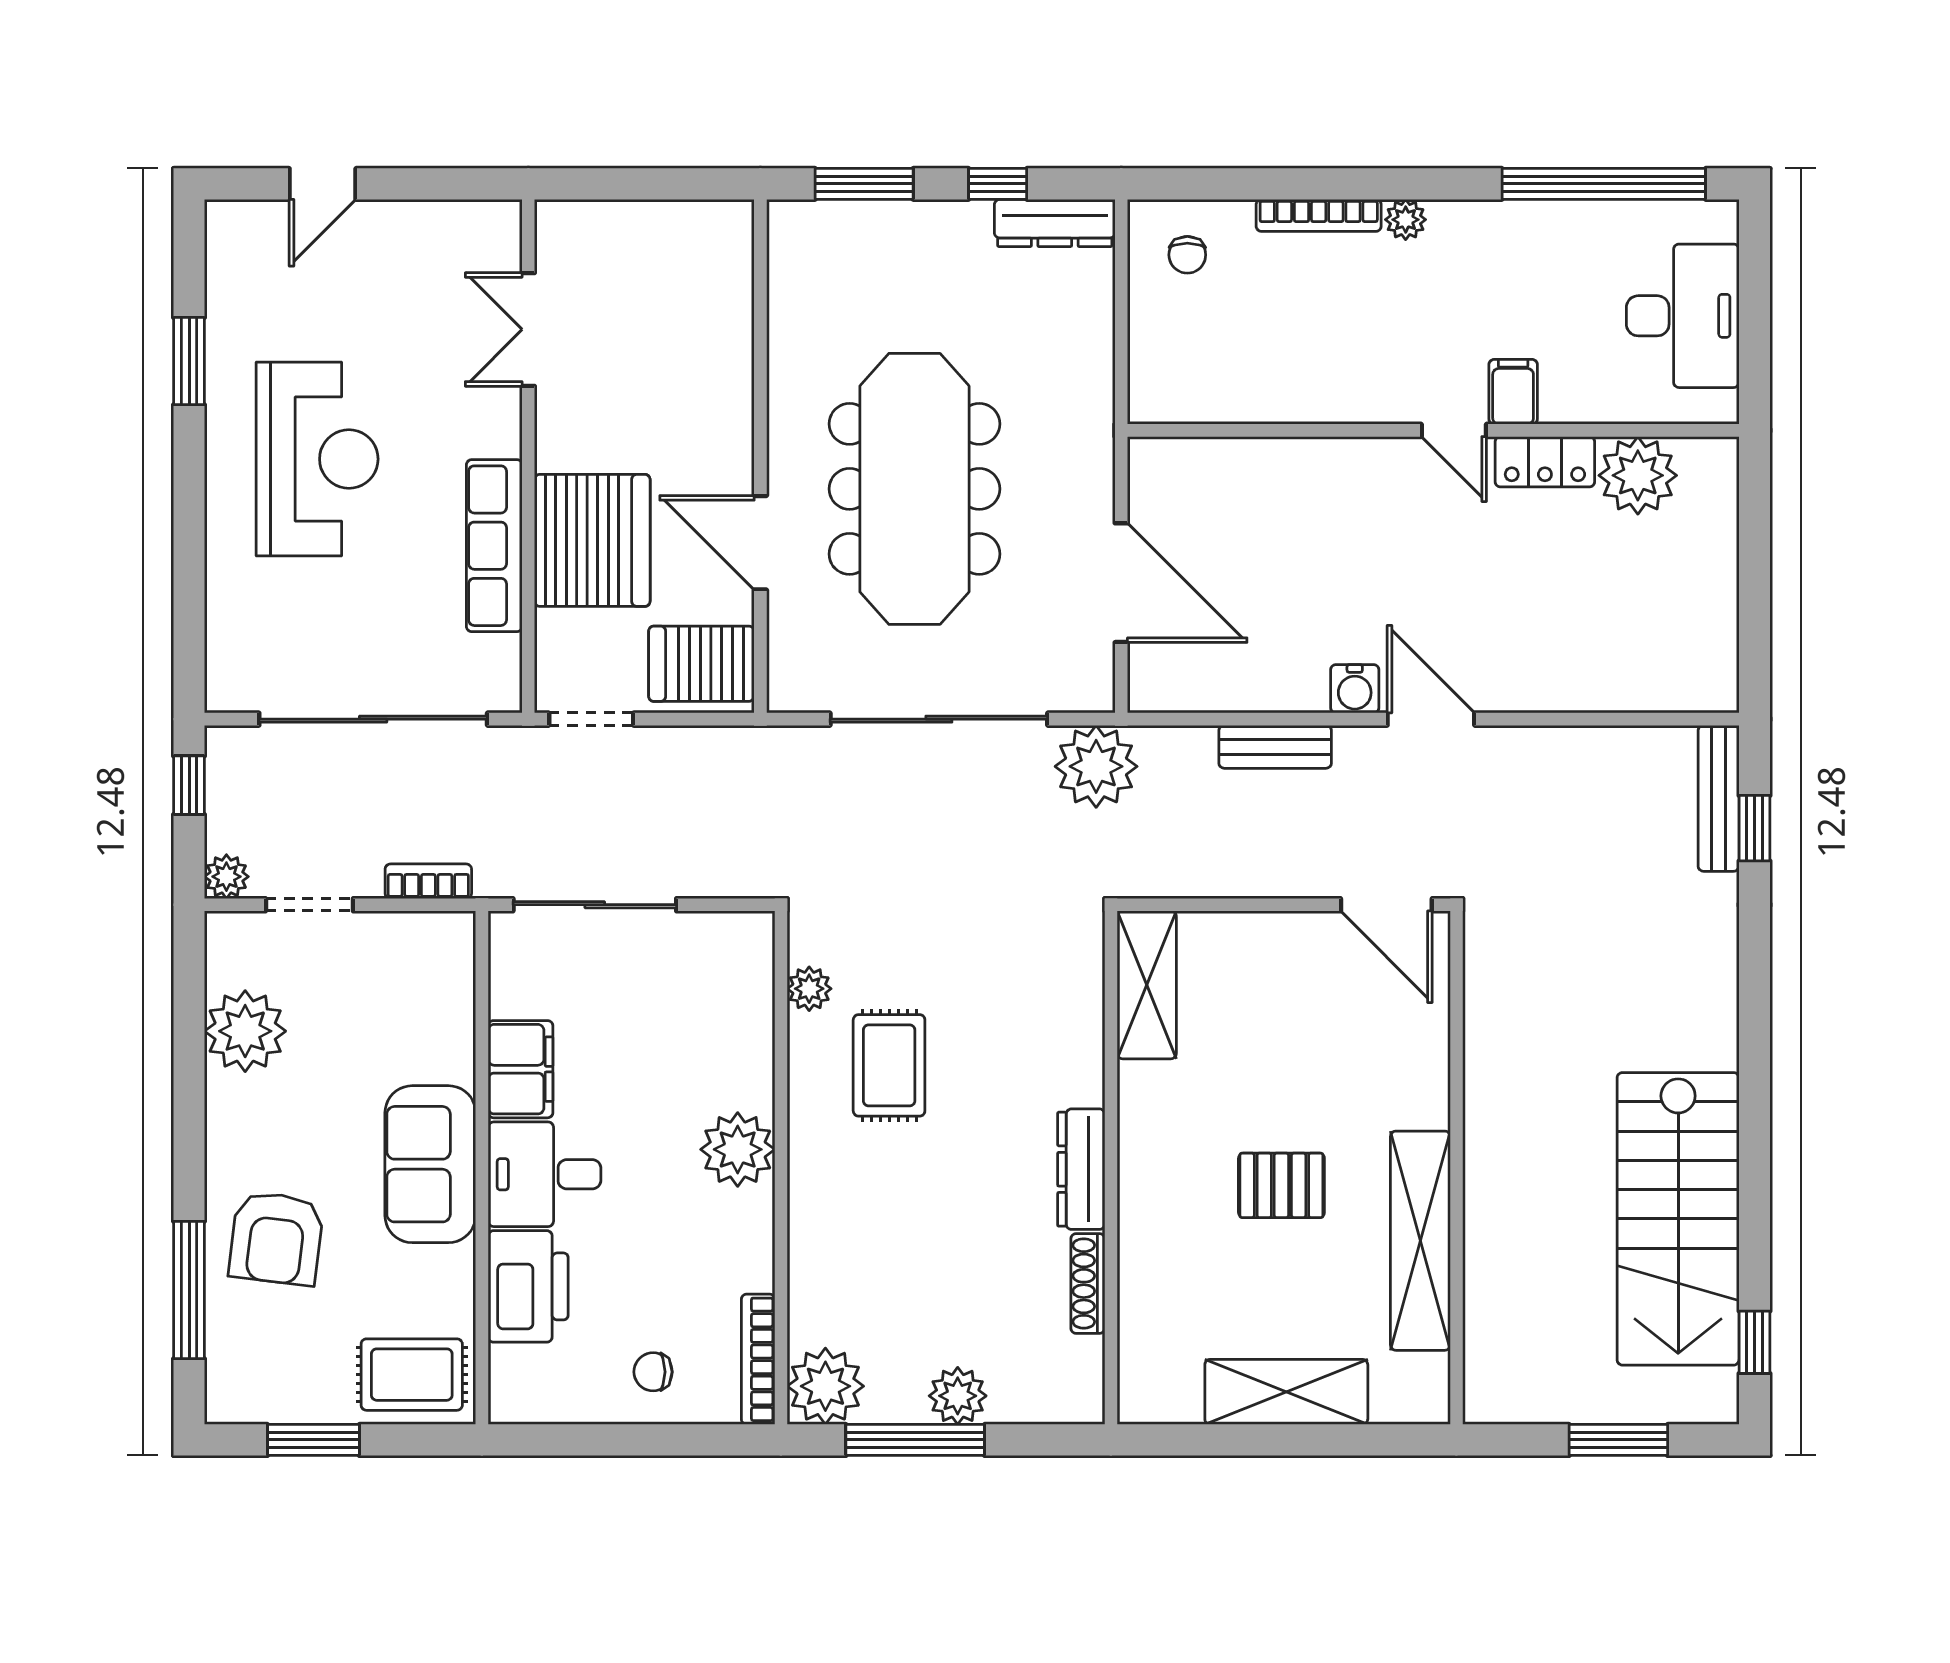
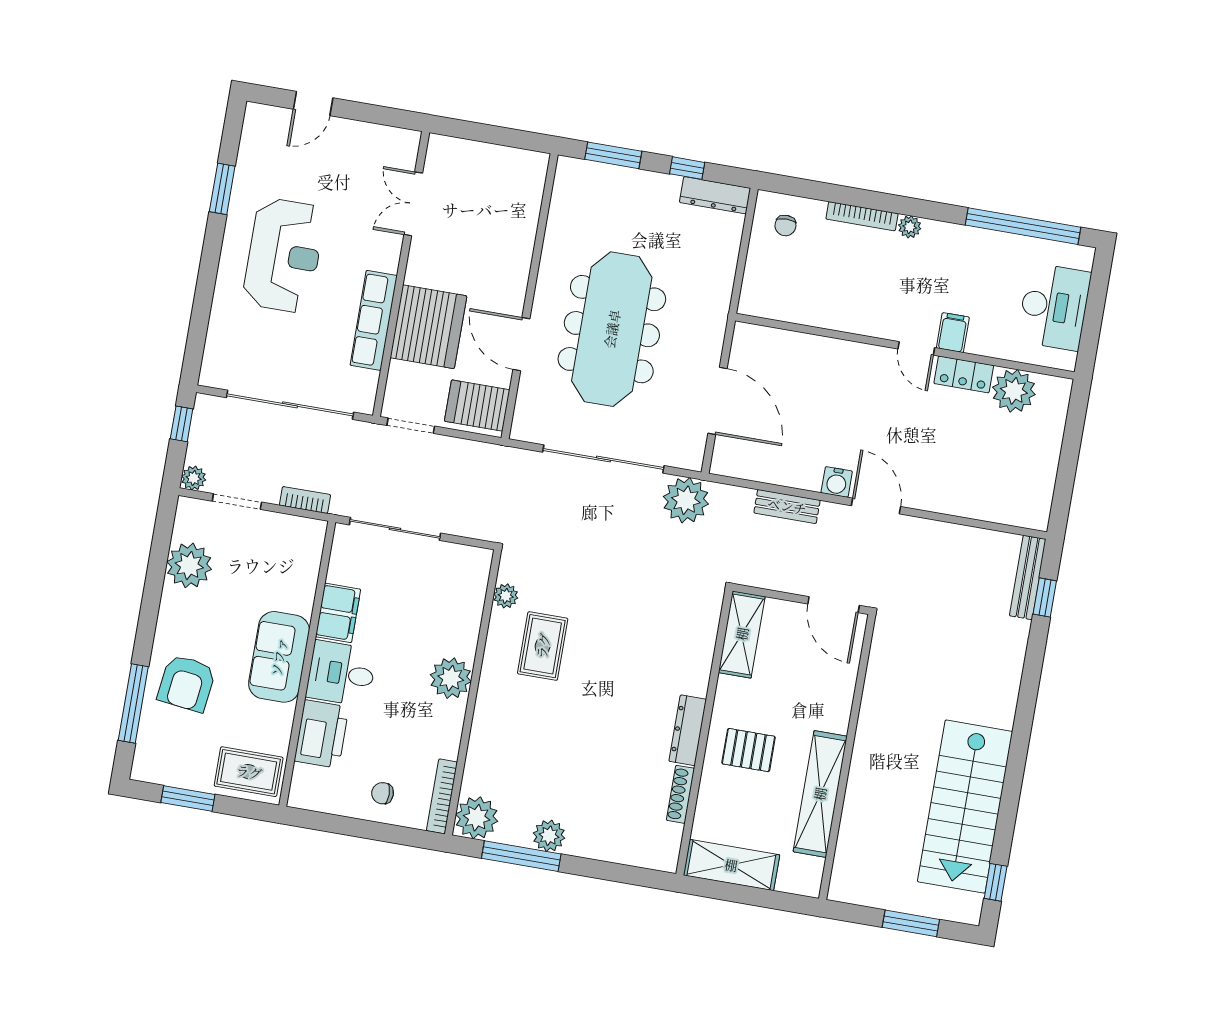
shelving: (1147, 985) -> (742, 634), moved
wall: (1111, 1168) -> (704, 732), moved
dresser: (1081, 1169) -> (688, 730), moved
shoe rack: (1088, 1283) -> (680, 794), moved

